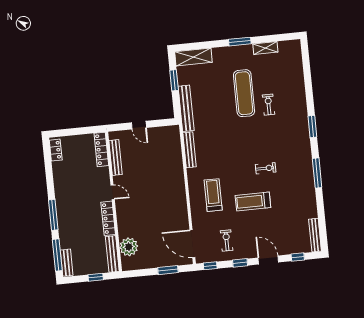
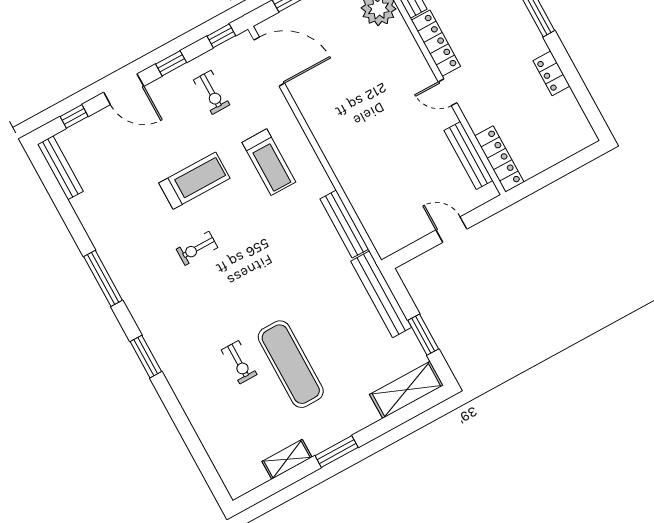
locker: (56, 150) -> (551, 73), moved

